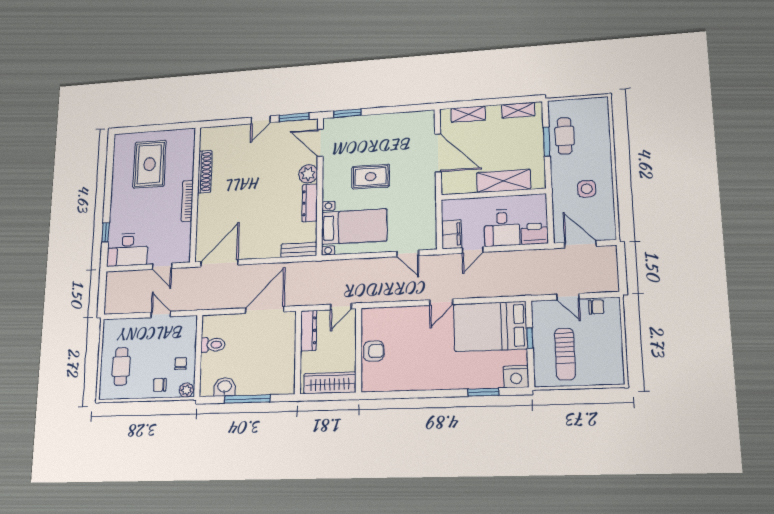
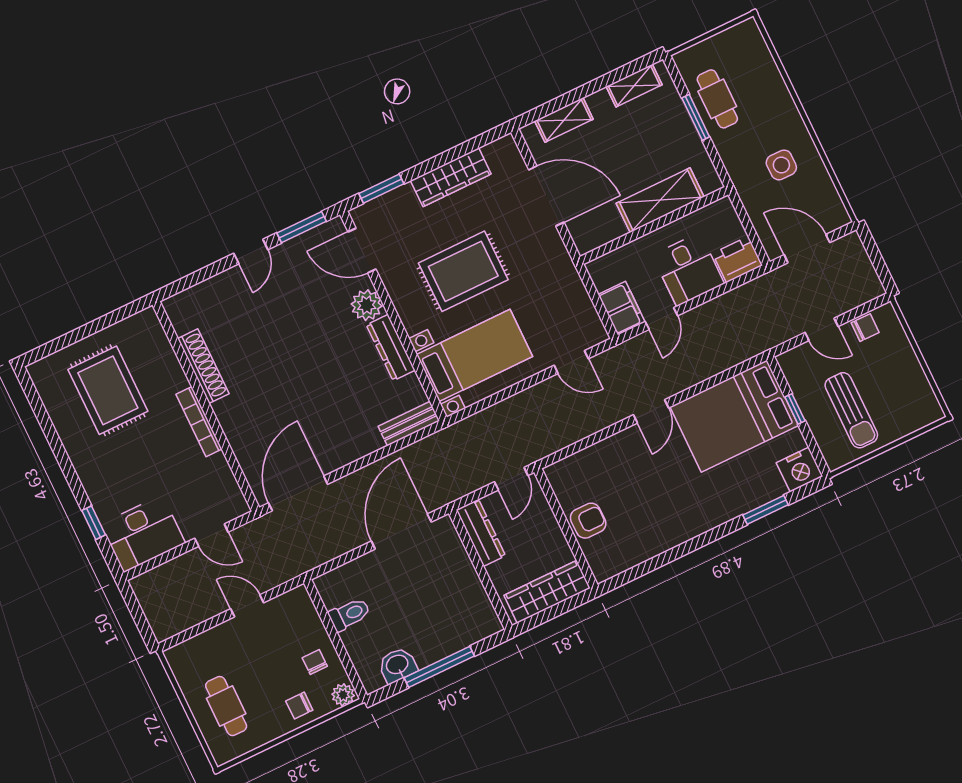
wardrobe: (389, 122) -> (451, 177), added
rug: (371, 177) -> (463, 271), width x1.36, depth x1.43

